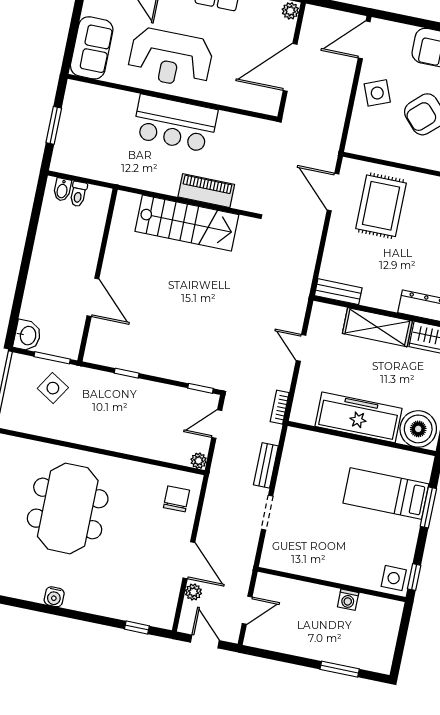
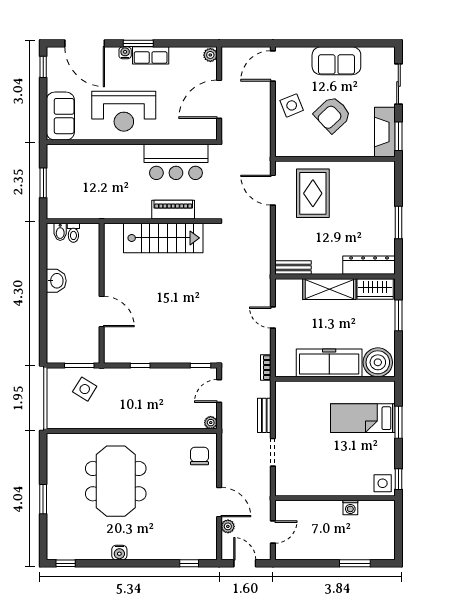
bar counter: (175, 123) -> (176, 162), moved
washbasin: (27, 335) -> (56, 281), moved

